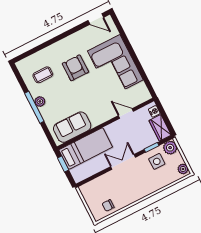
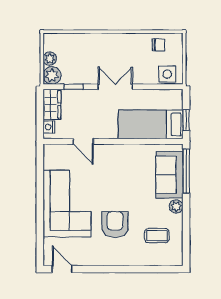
armchair: (75, 68) -> (115, 224), turned 180
window: (34, 107) -> (186, 171), moved
sofa: (72, 127) -> (169, 175), moved, turned 90
side table: (157, 161) -> (167, 74), moved
double door: (123, 162) -> (115, 87), swing flipped
plant: (183, 169) -> (50, 59), moved

